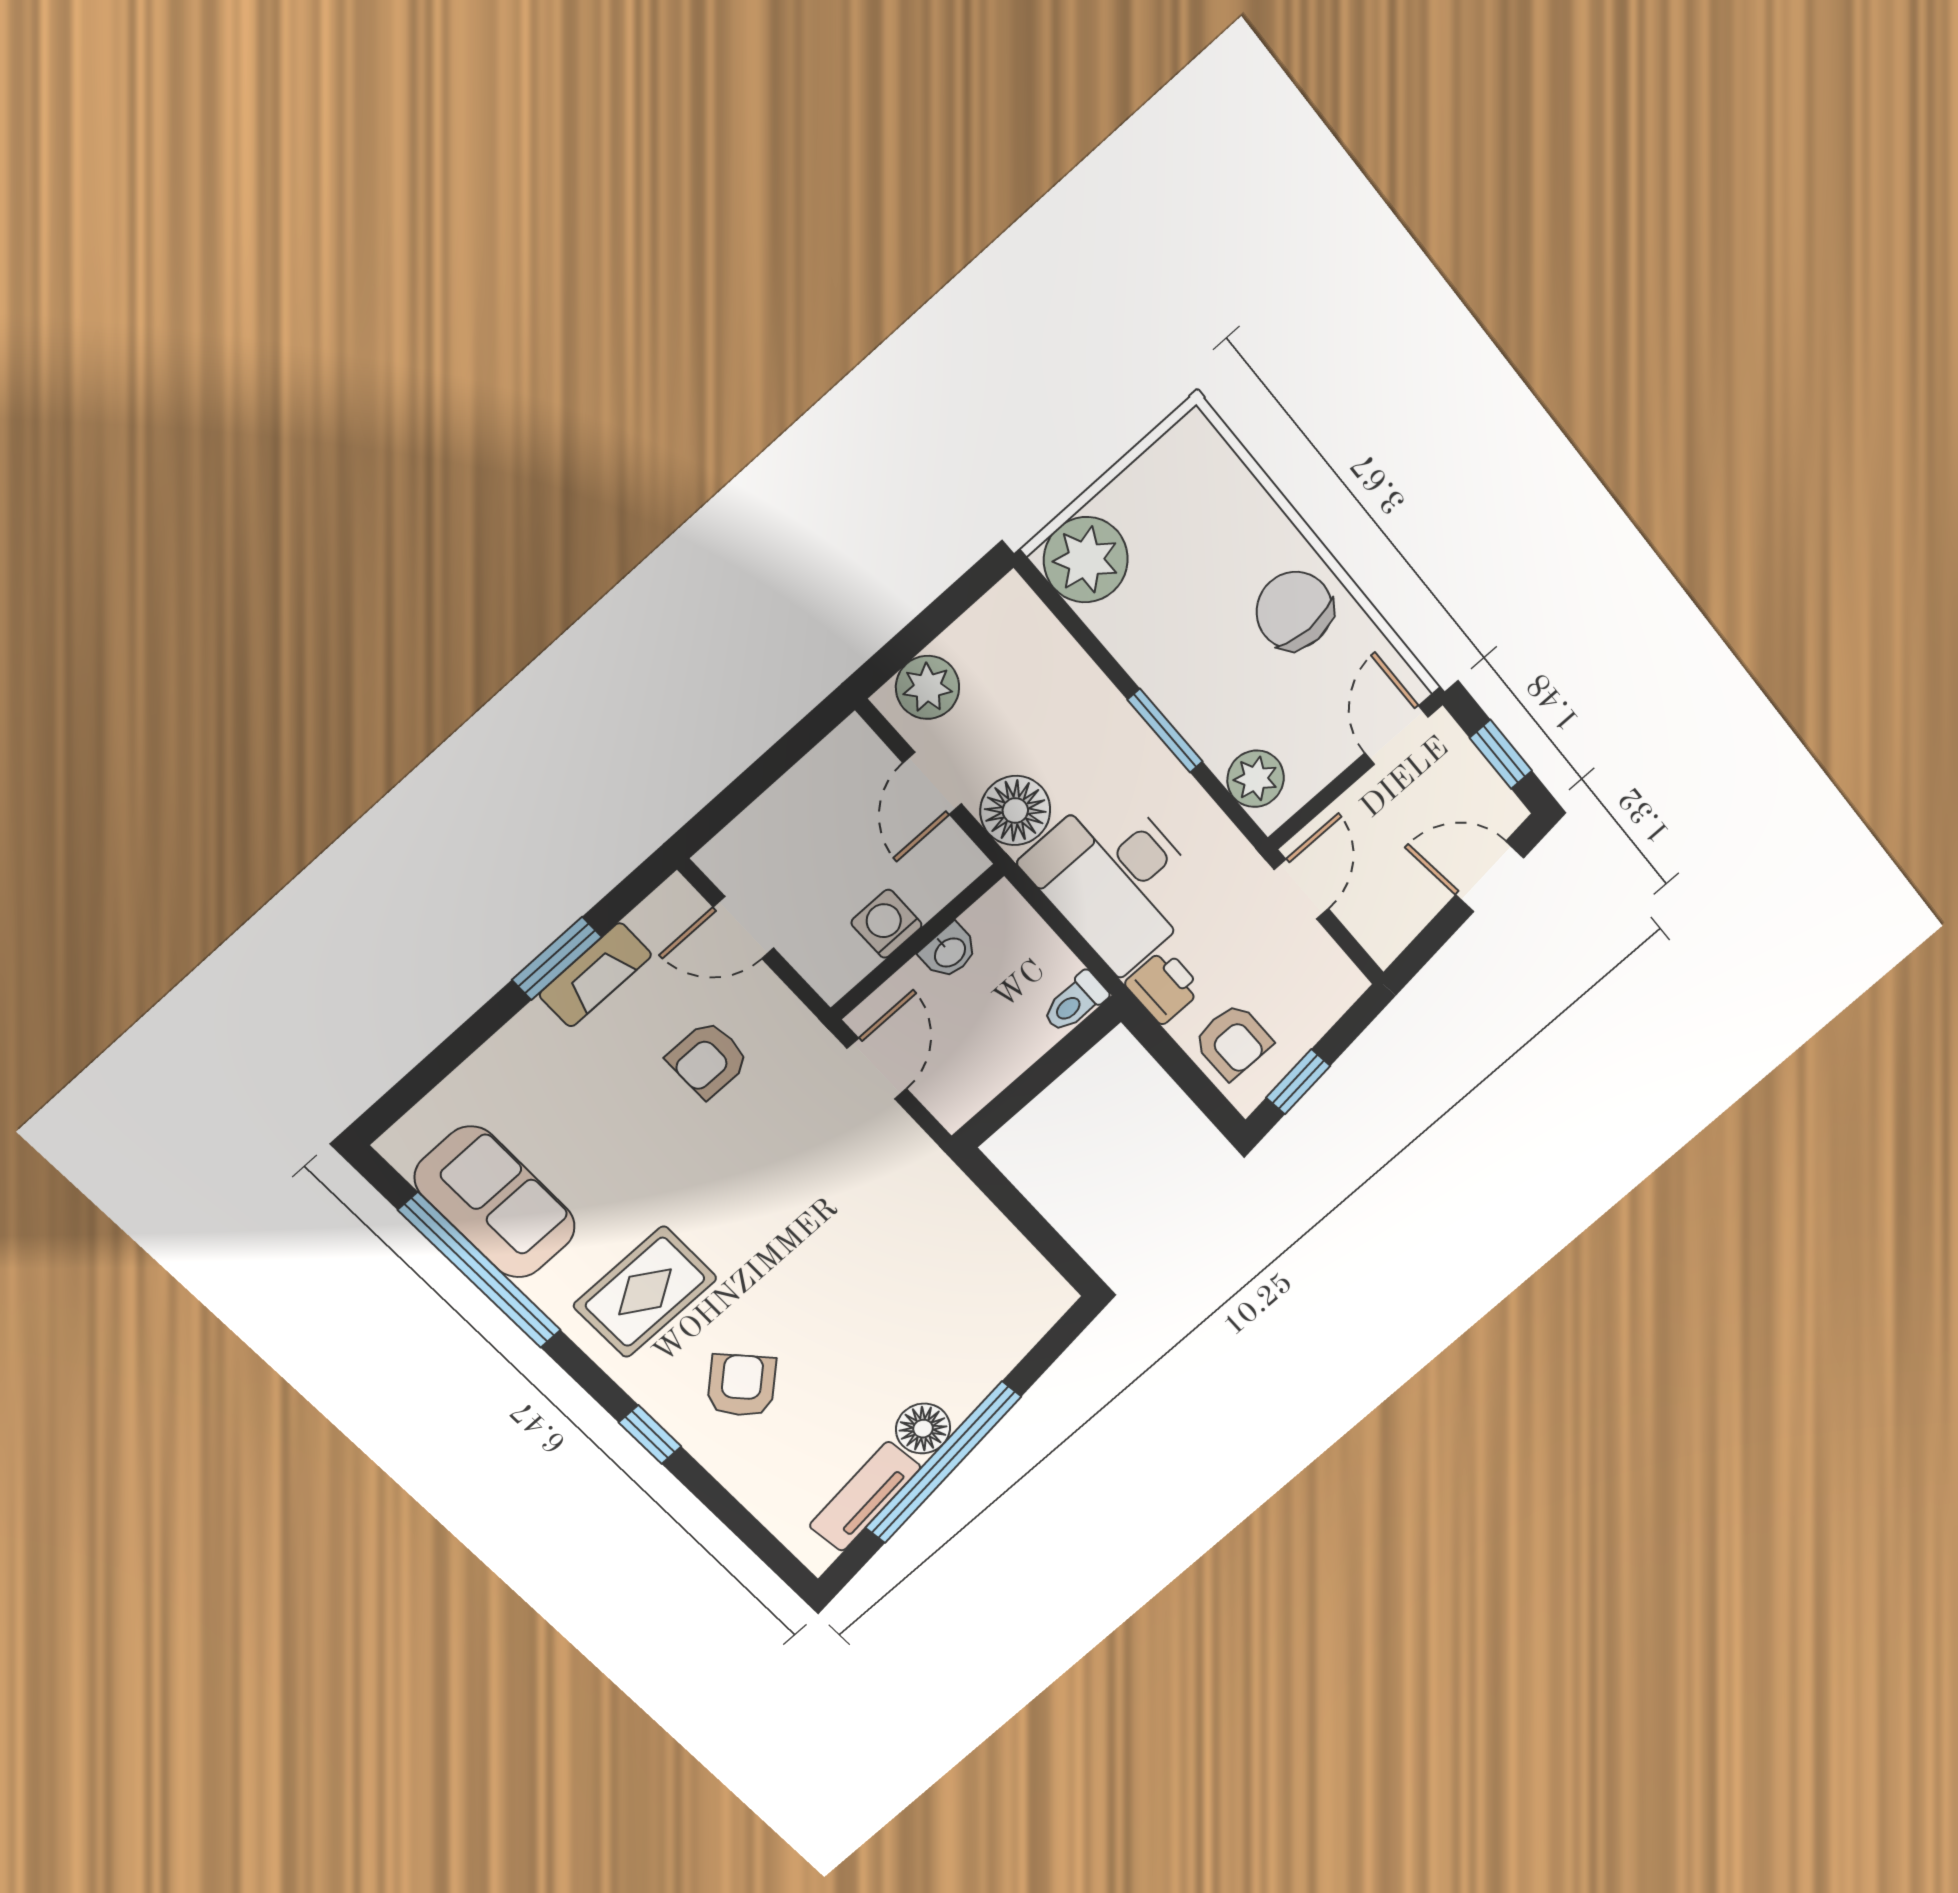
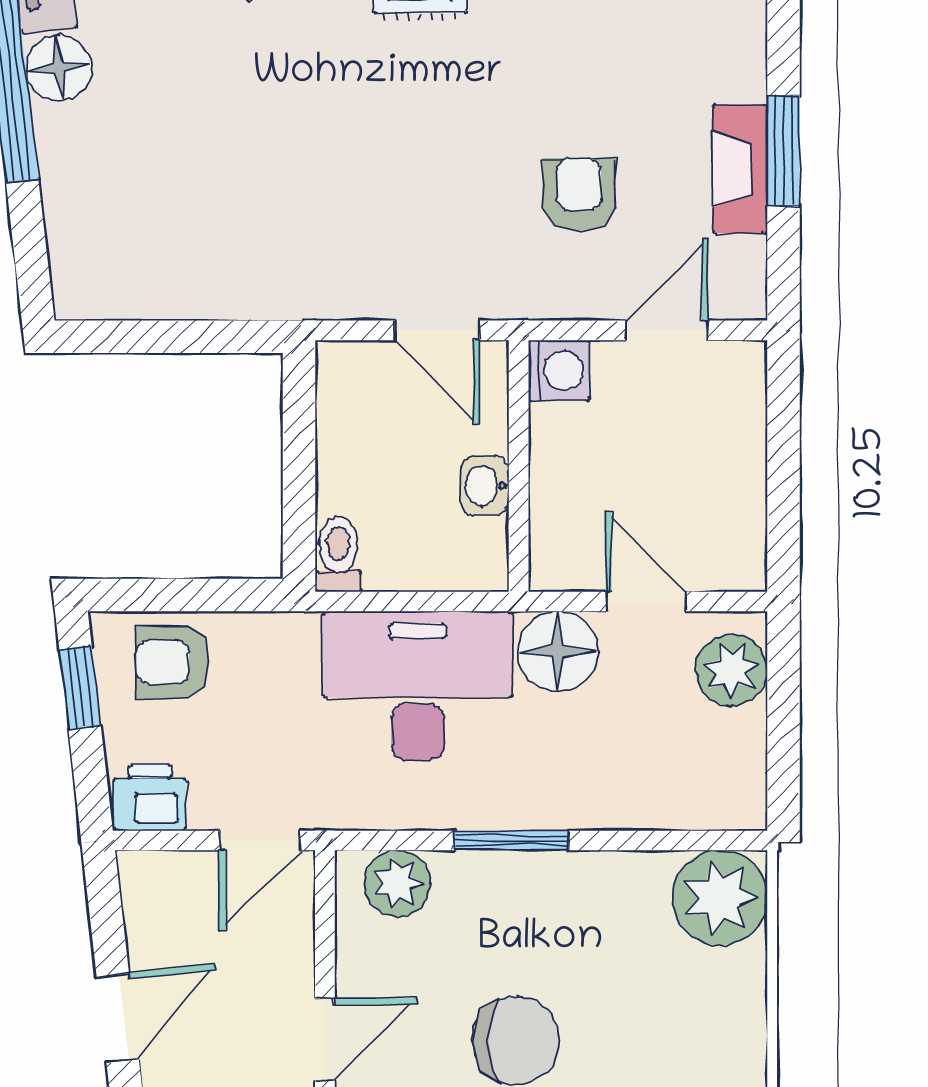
door: (1397, 735) -> (325, 1040), hinge flipped
door: (1301, 889) -> (260, 840), hinge flipped
washing machine: (886, 924) -> (559, 371), moved
printer: (1164, 986) -> (150, 798), moved, turned 180

